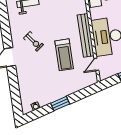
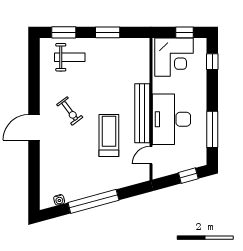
treadmill: (64, 55) -> (109, 136), turned 180
window: (60, 104) -> (93, 201), width x2.11

